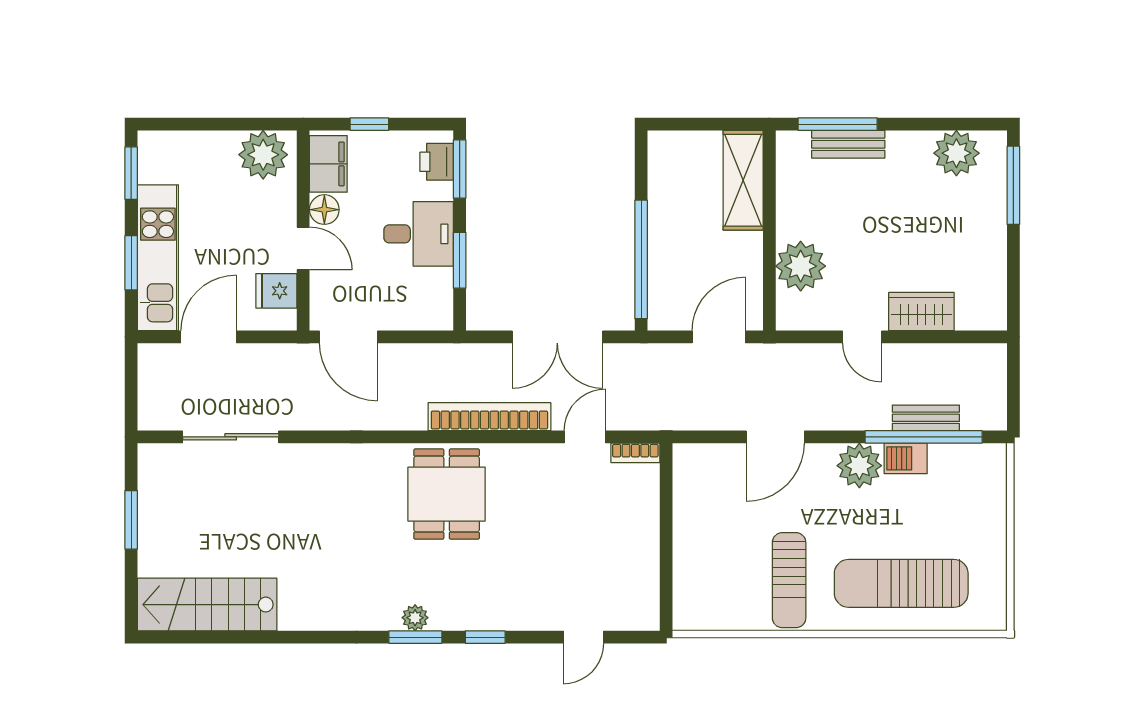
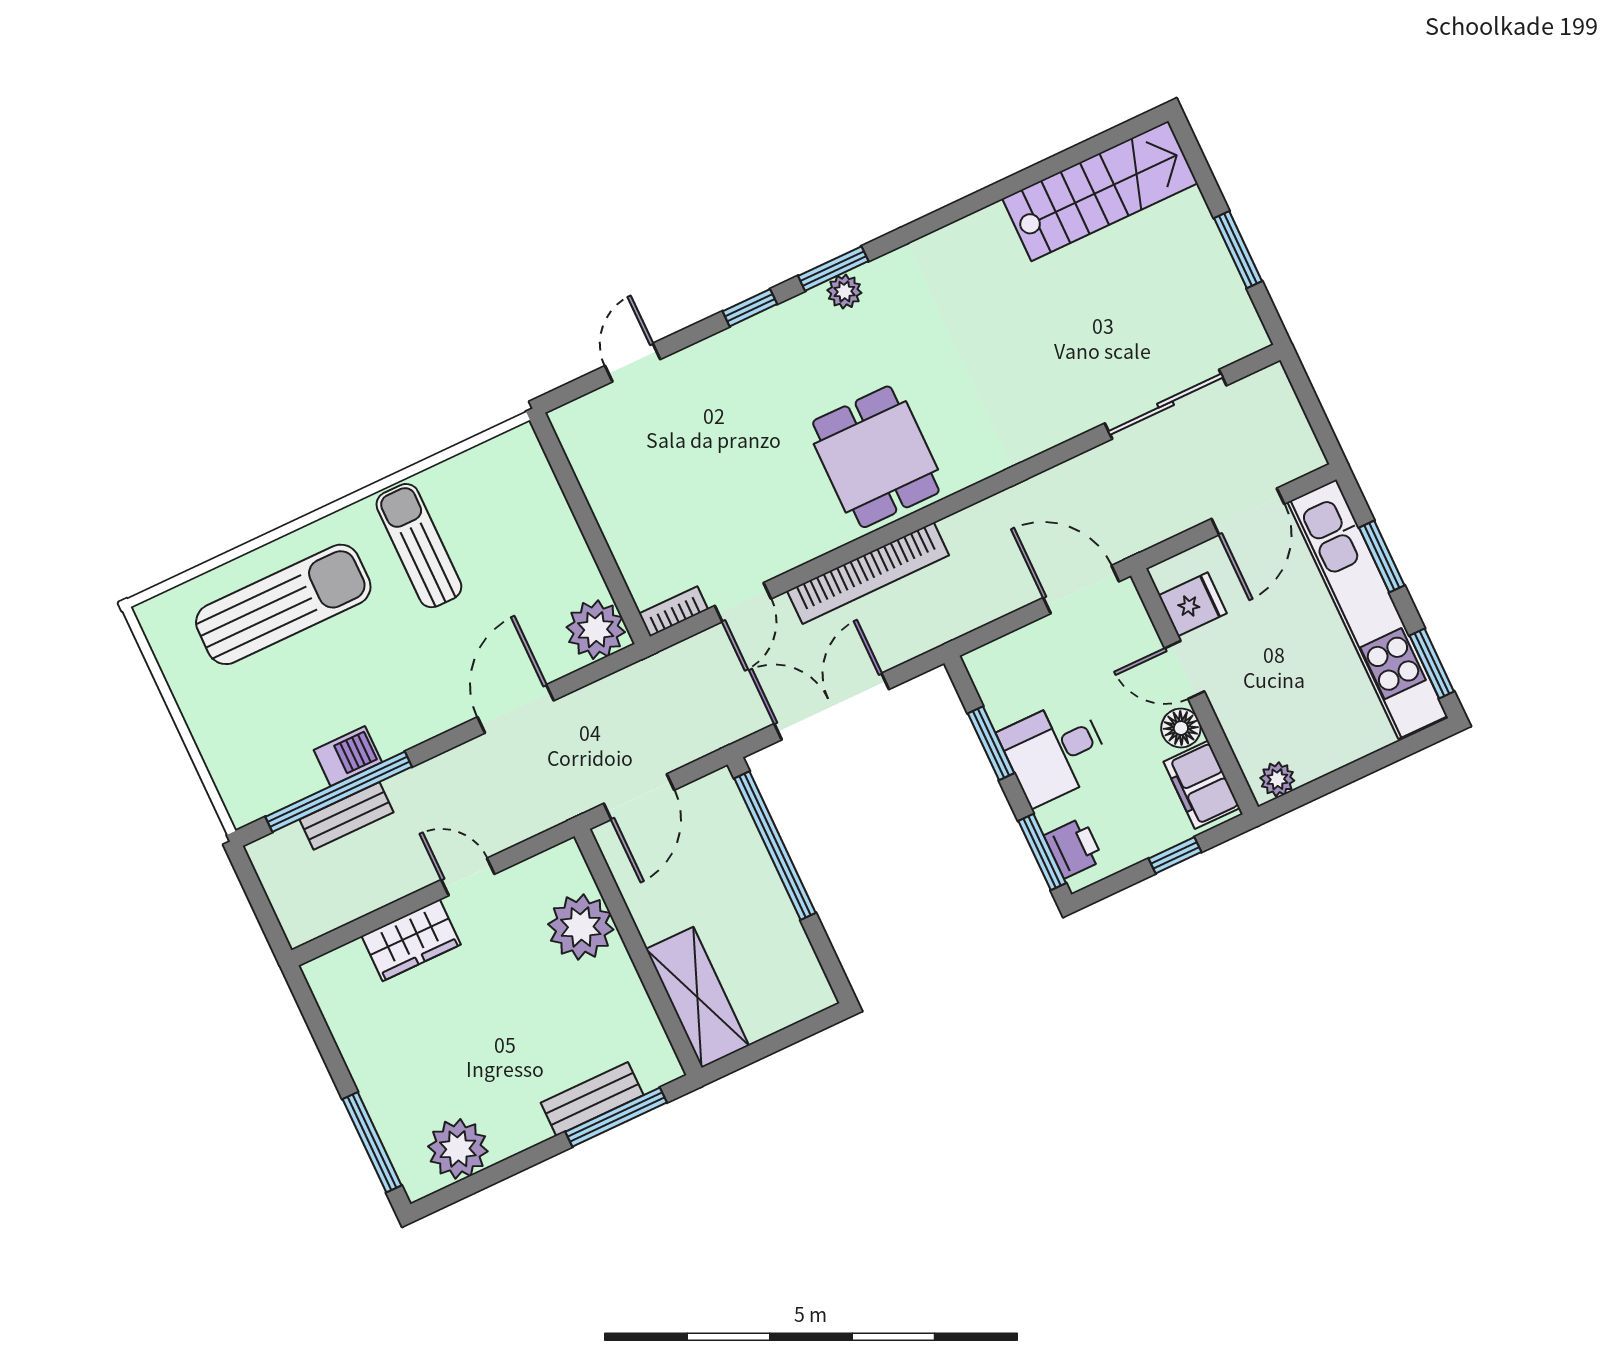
plant: (263, 155) -> (1277, 779), width x0.53, depth x0.53
kitchen unit: (158, 258) -> (1367, 609), width x1.36
plant: (859, 466) -> (596, 630), moved

